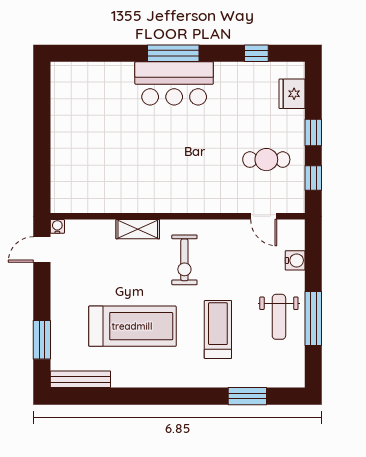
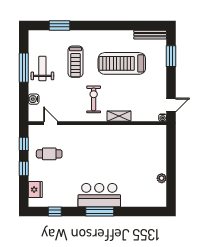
plant: (59, 115) -> (162, 178), added

